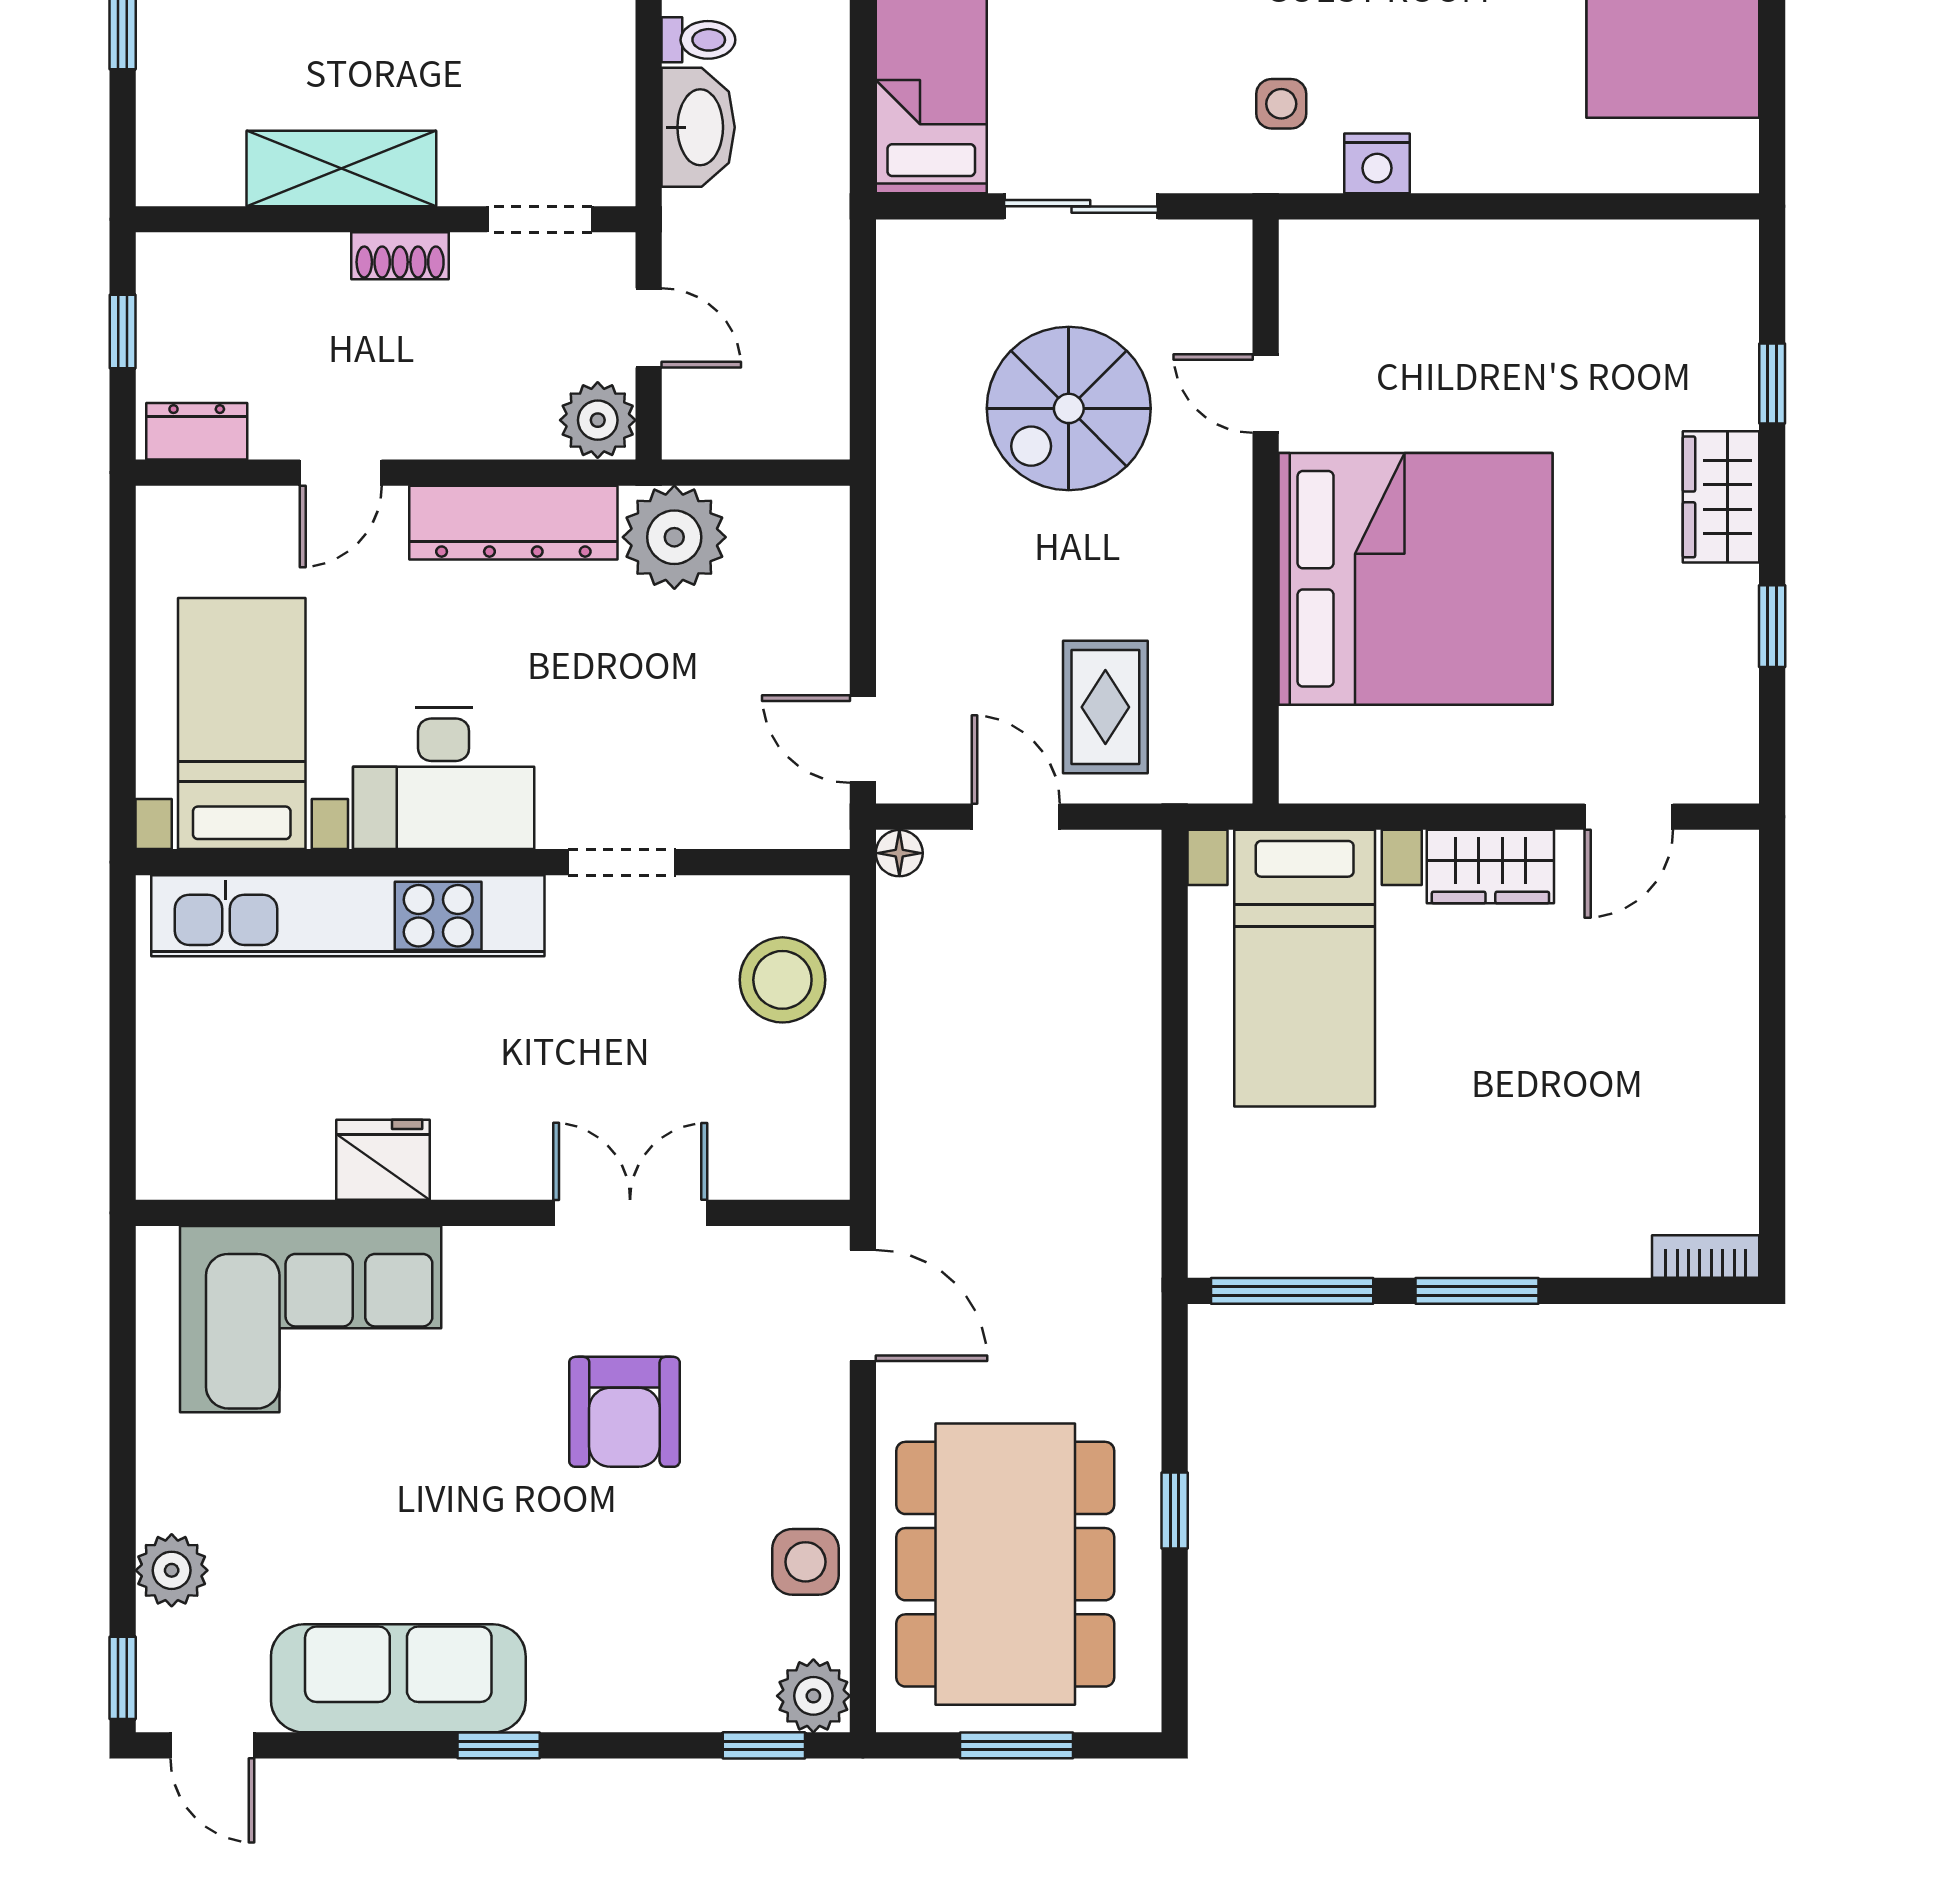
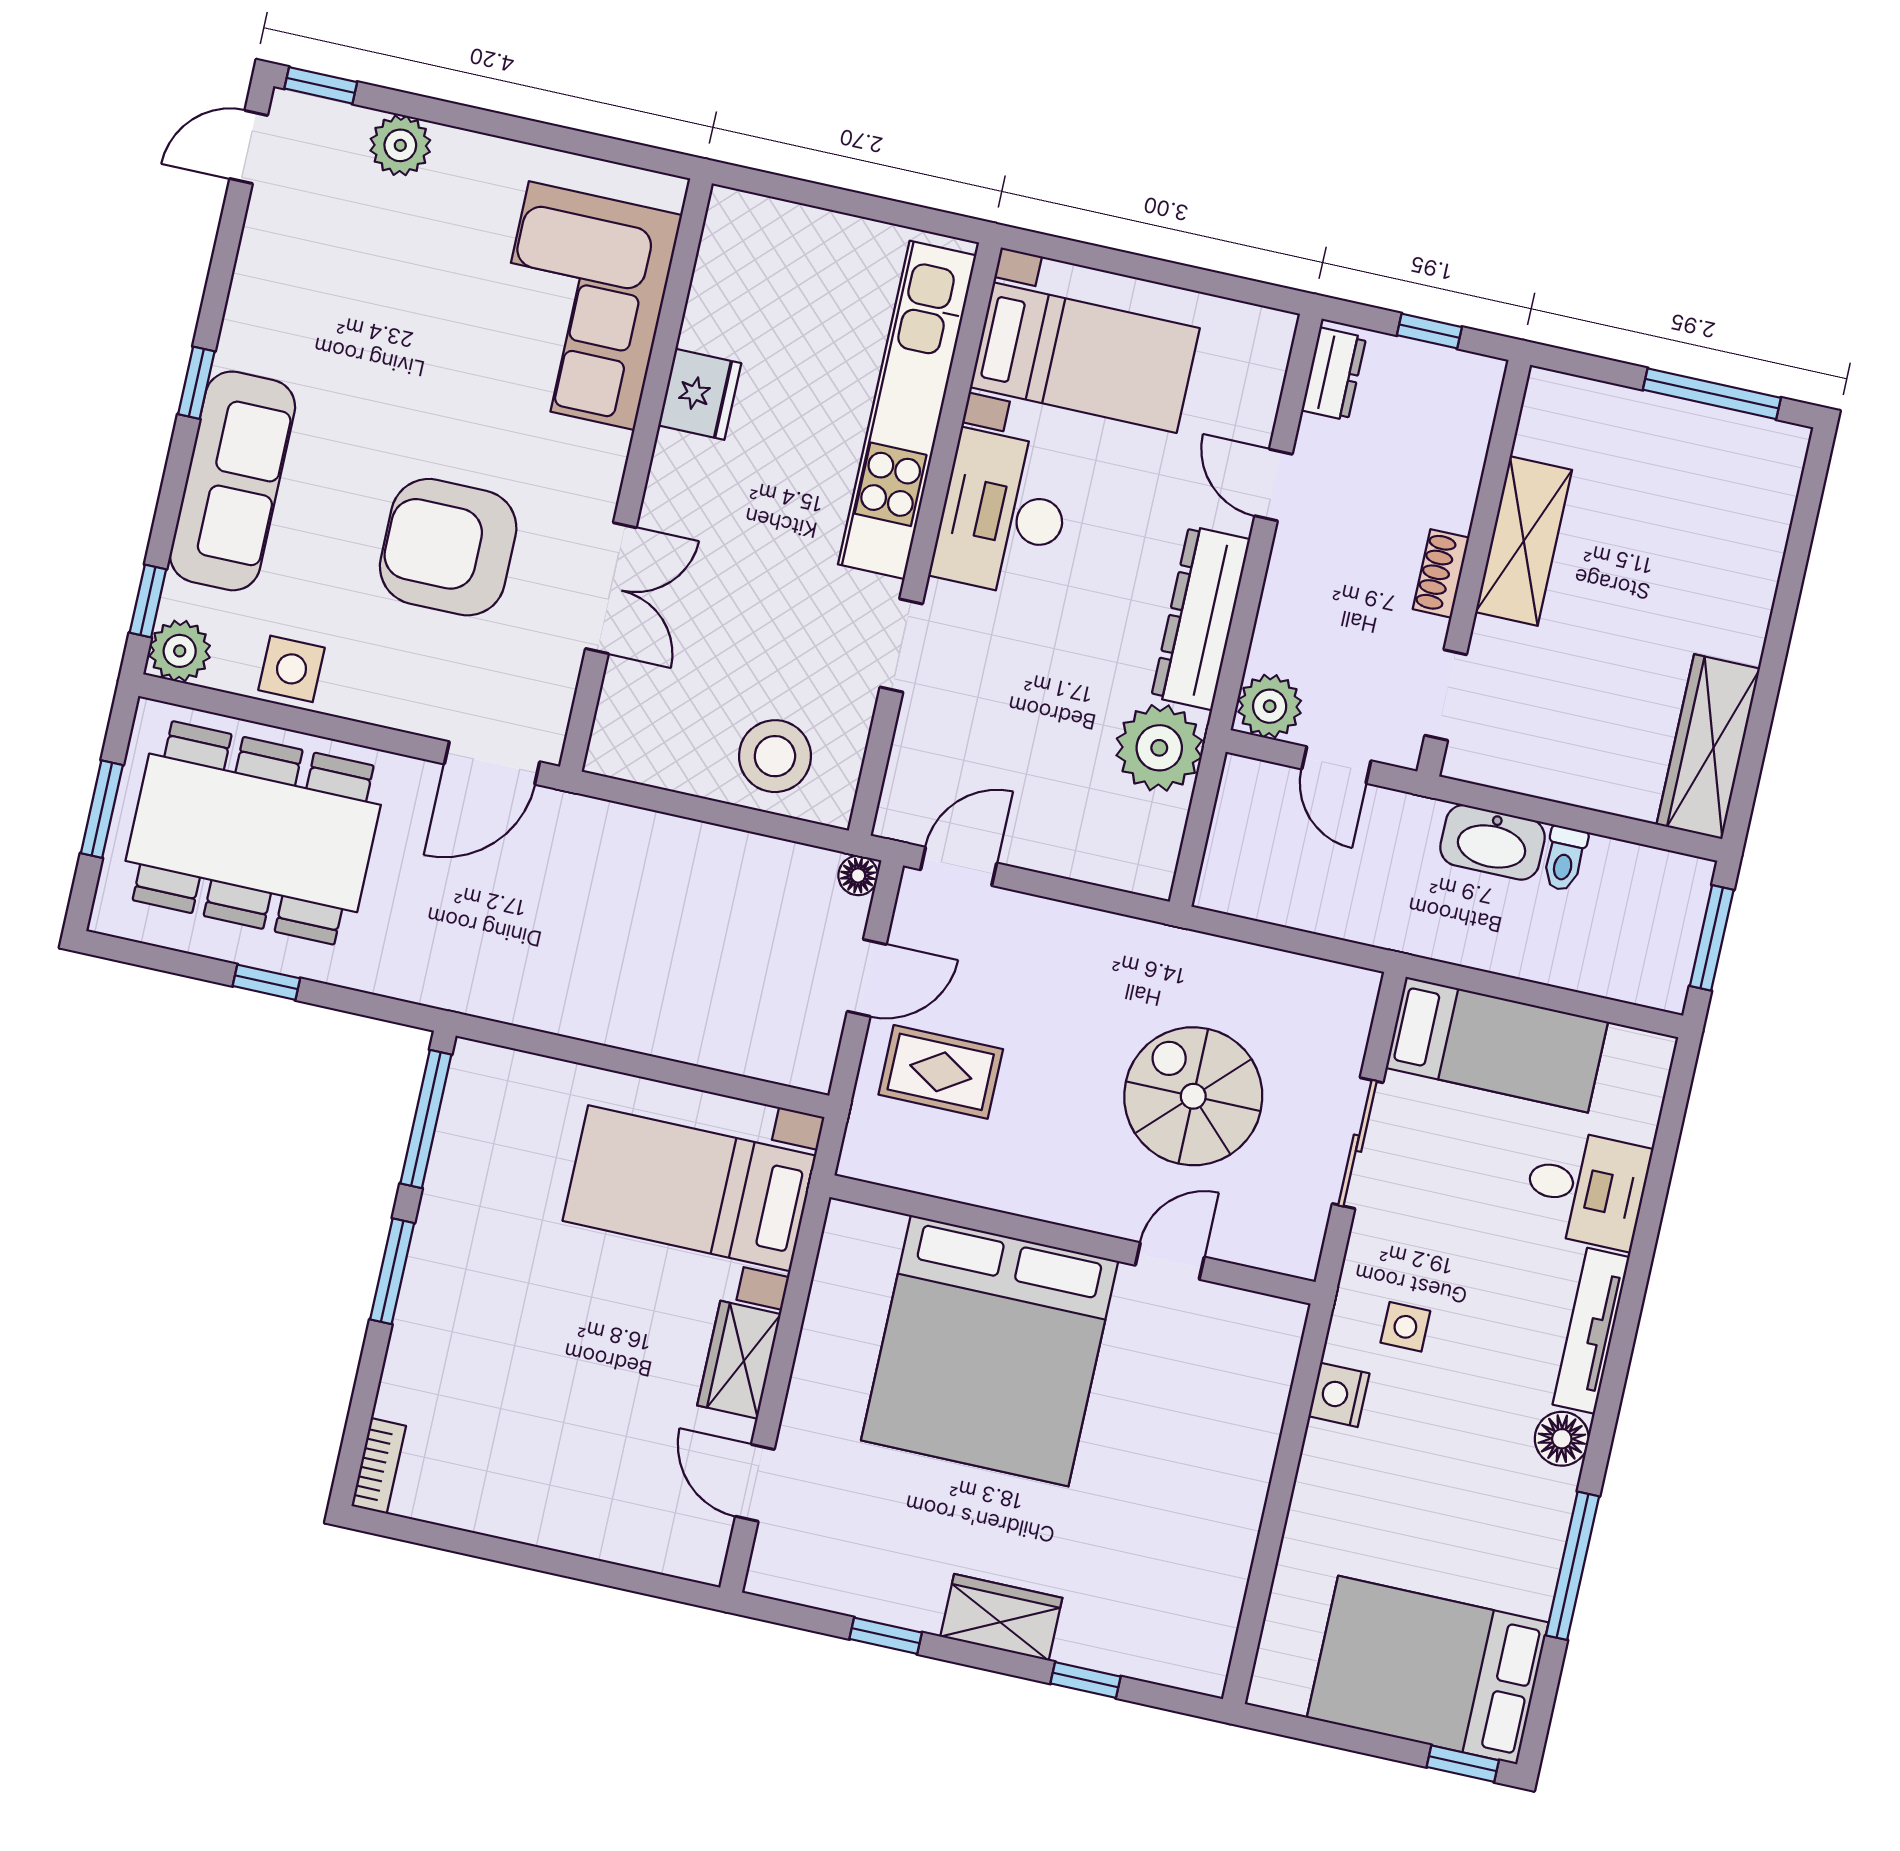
door: (649, 328) -> (1336, 765), hinge flipped
armchair: (624, 1412) -> (448, 547), width x1.36, depth x1.36
sofa: (398, 1678) -> (233, 481), moved

